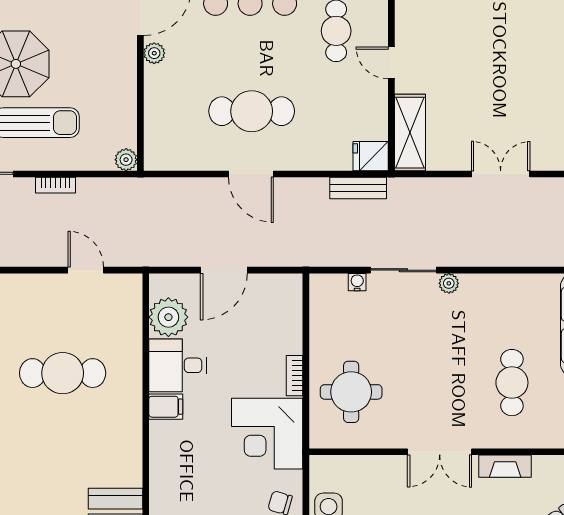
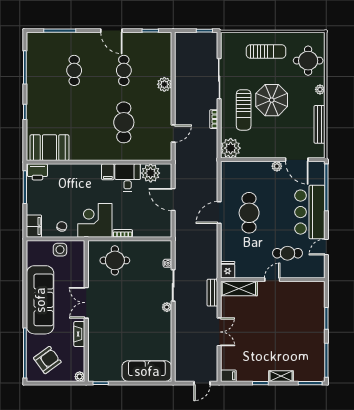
plant: (126, 160) -> (231, 148), width x1.87, depth x1.87
bench: (358, 188) -> (212, 293), moved
cafe table: (512, 383) -> (119, 337), removed

